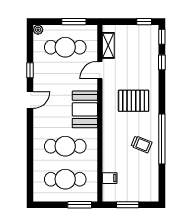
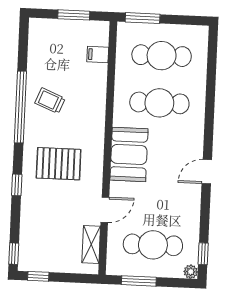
window: (162, 62) -> (17, 185), moved
window: (30, 70) -> (203, 254), moved

